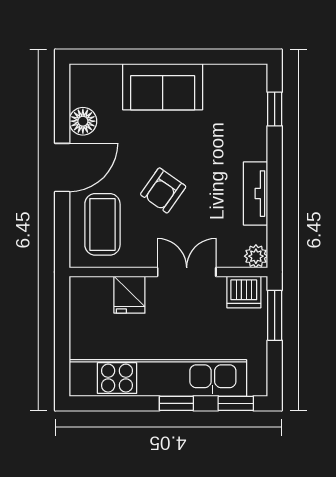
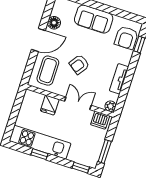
armchair: (243, 104) -> (126, 38), added
window: (275, 315) -> (105, 151), moved
kitchen unit: (158, 378) -> (40, 142), width x0.73
window: (176, 403) -> (39, 154), moved

